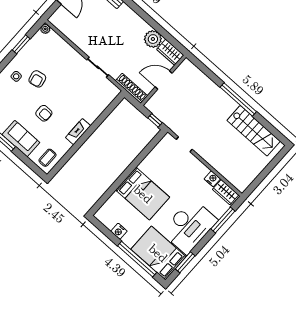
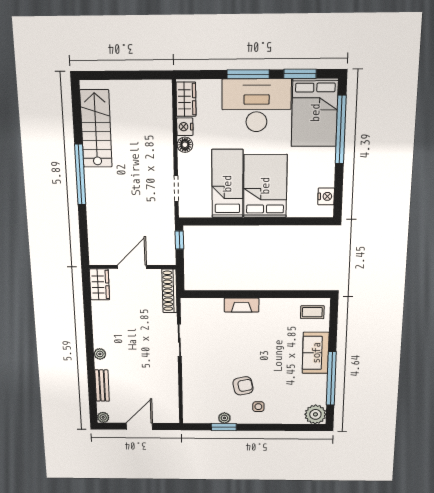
plant: (45, 29) -> (224, 418), moved
plant: (153, 39) -> (100, 354), moved, width x0.53, depth x0.53
door: (164, 80) -> (132, 267), swing flipped
armchair: (44, 113) -> (271, 352), removed
fireplace: (78, 132) -> (242, 305), moved
floor lamp: (203, 170) -> (185, 145), added
bed: (162, 174) -> (227, 184), added
window: (223, 220) -> (248, 74), moved
nightstand: (119, 231) -> (326, 196), moved

